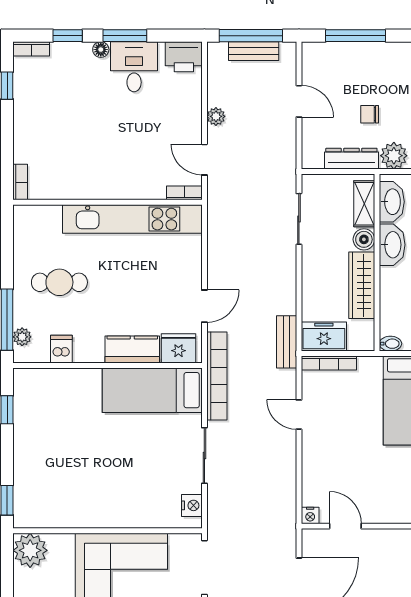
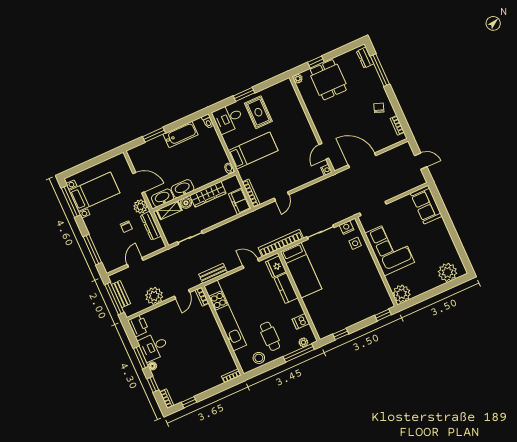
plant: (216, 116) -> (154, 296), width x1.88, depth x1.88
stool: (30, 245) -> (259, 358), added
bench: (287, 342) -> (213, 273), moved
side table: (157, 508) -> (355, 243), added

